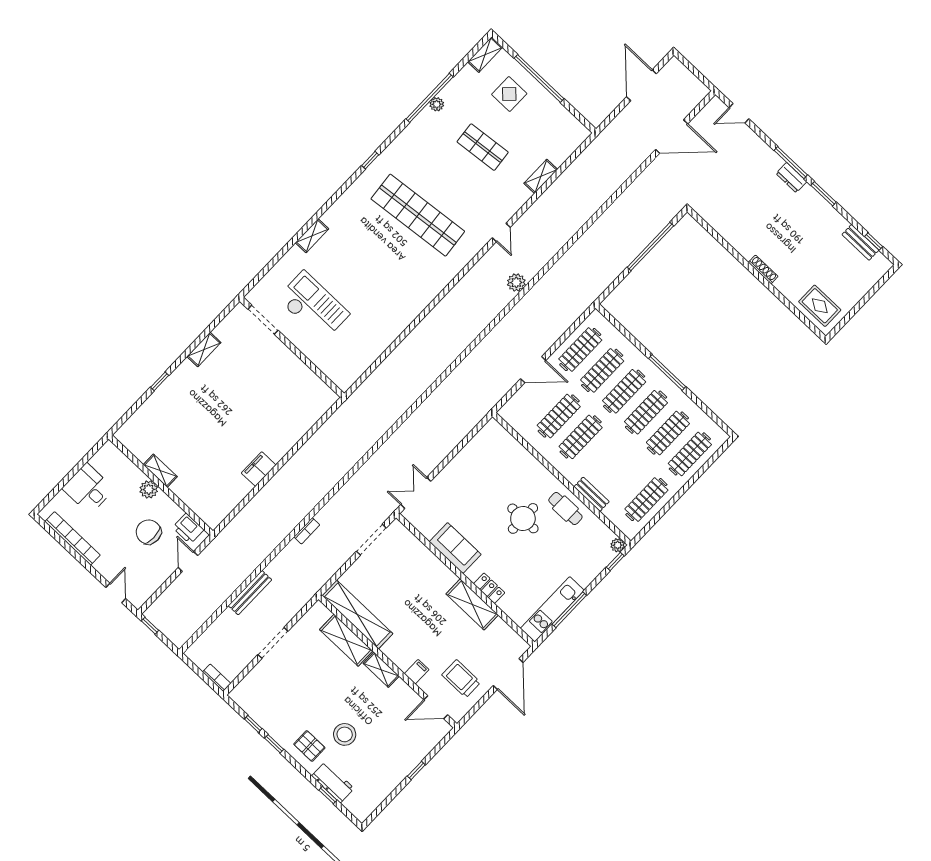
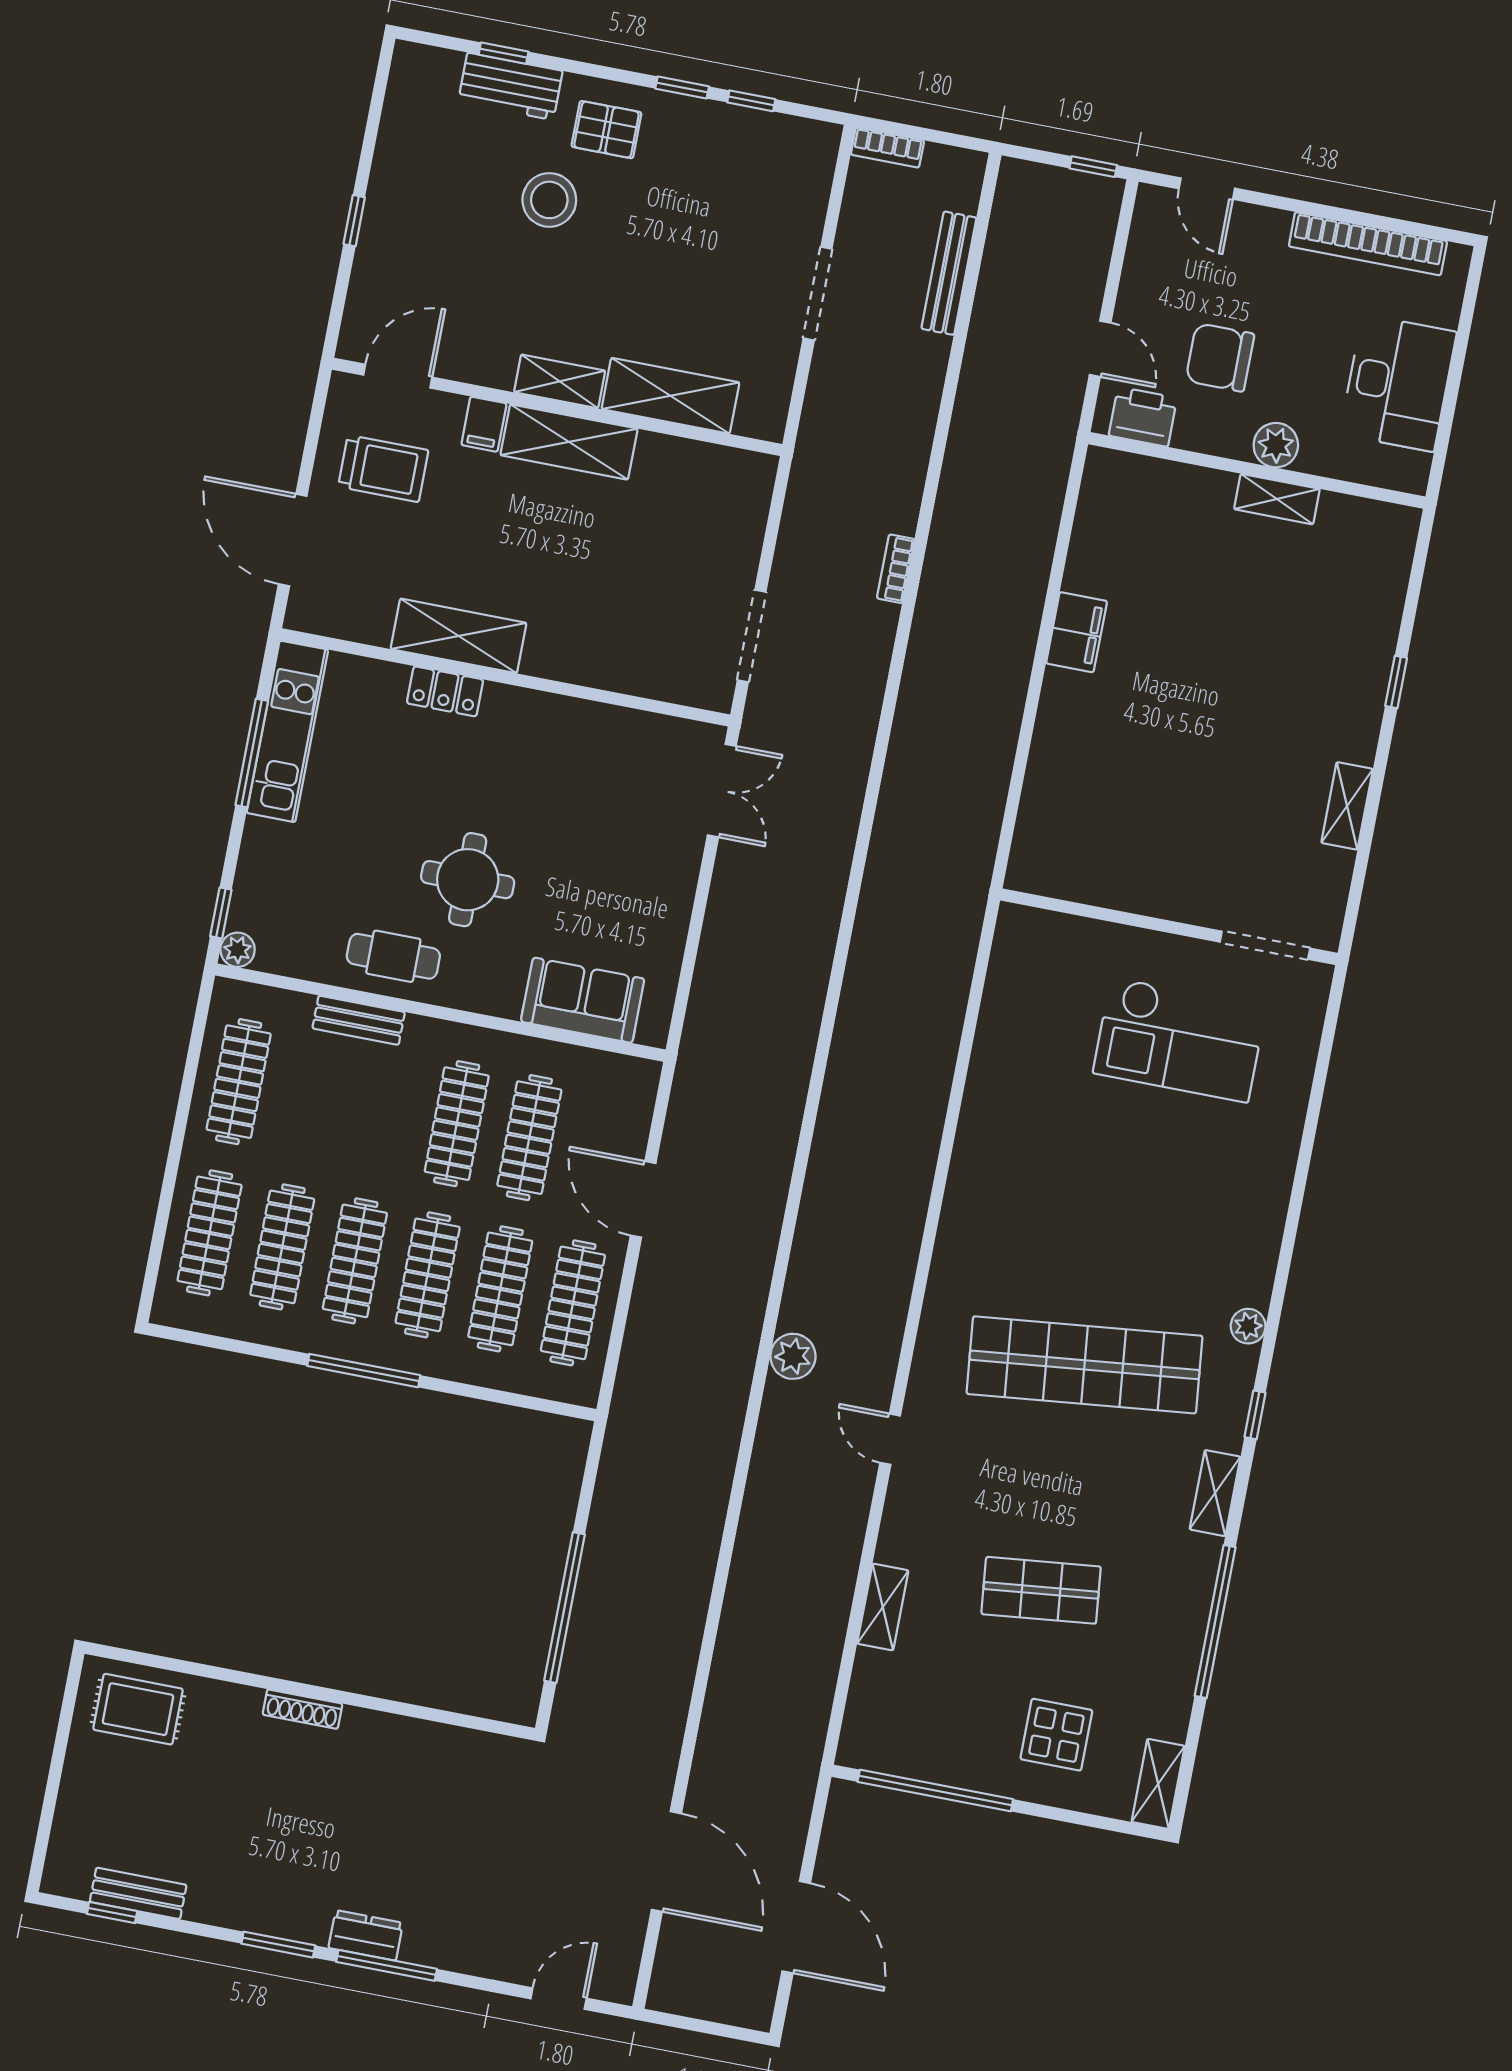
window: (539, 78) -> (935, 1790), moved
plant: (437, 104) -> (1248, 1326), moved
door: (672, 137) -> (666, 1862), swing flipped
shelving: (312, 236) -> (1215, 1493), moved
door: (533, 370) -> (643, 1199), hinge flipped
desk: (88, 489) -> (1398, 383), width x1.37
chair: (149, 532) -> (1220, 357), turned 180
sofa: (455, 548) -> (583, 1000), moved, turned 180
bench: (250, 593) -> (949, 273), moved
shelving: (357, 614) -> (569, 442), moved, width x0.68

